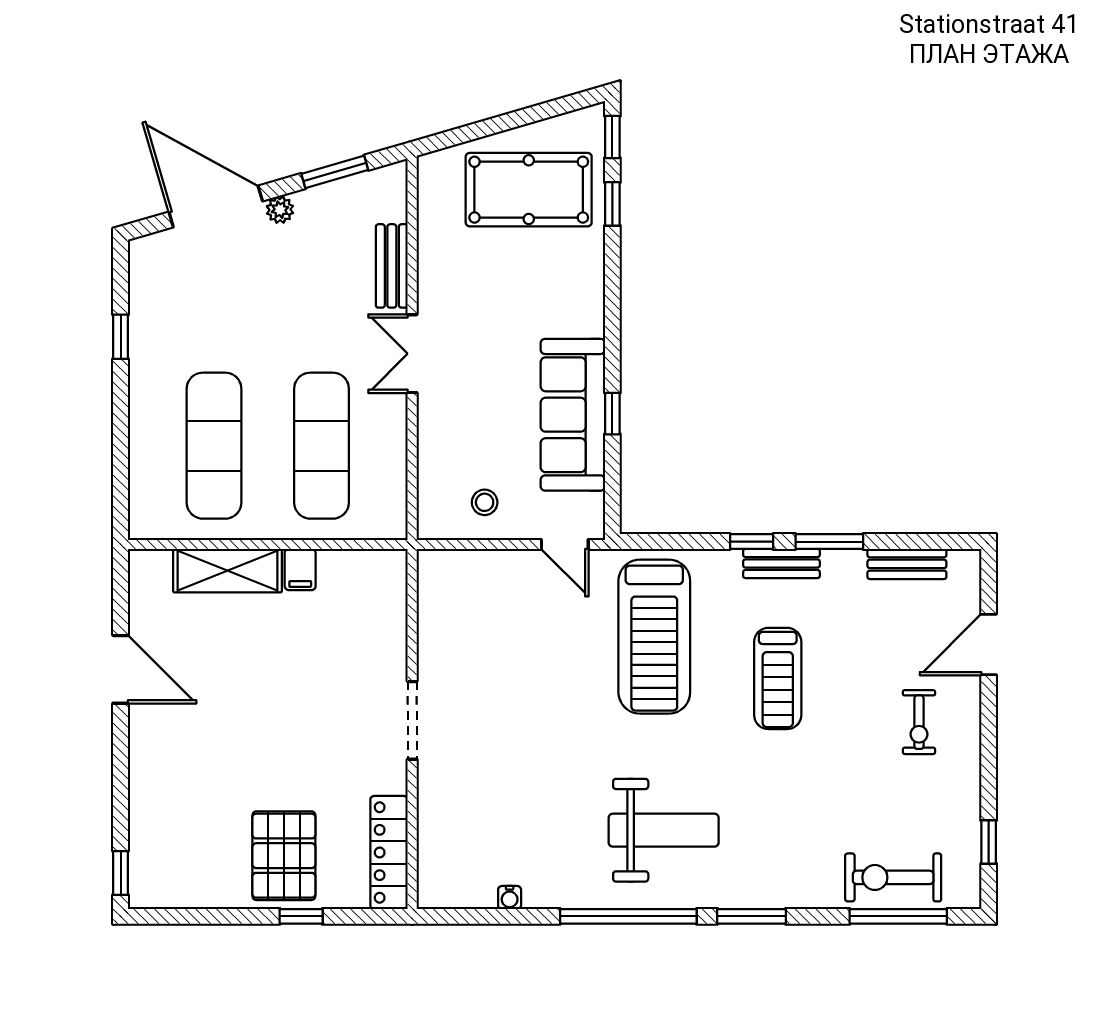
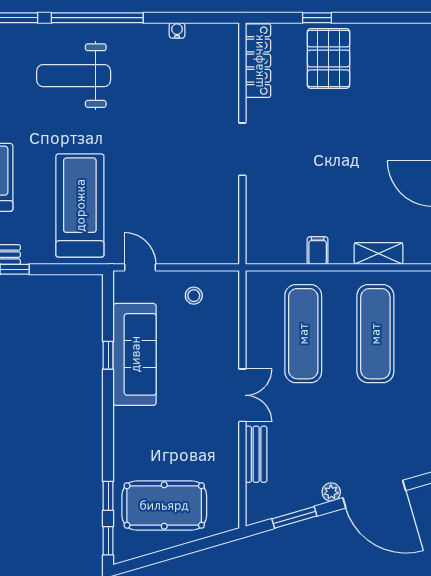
shelving: (227, 571) -> (379, 253), width x0.67, depth x0.75

